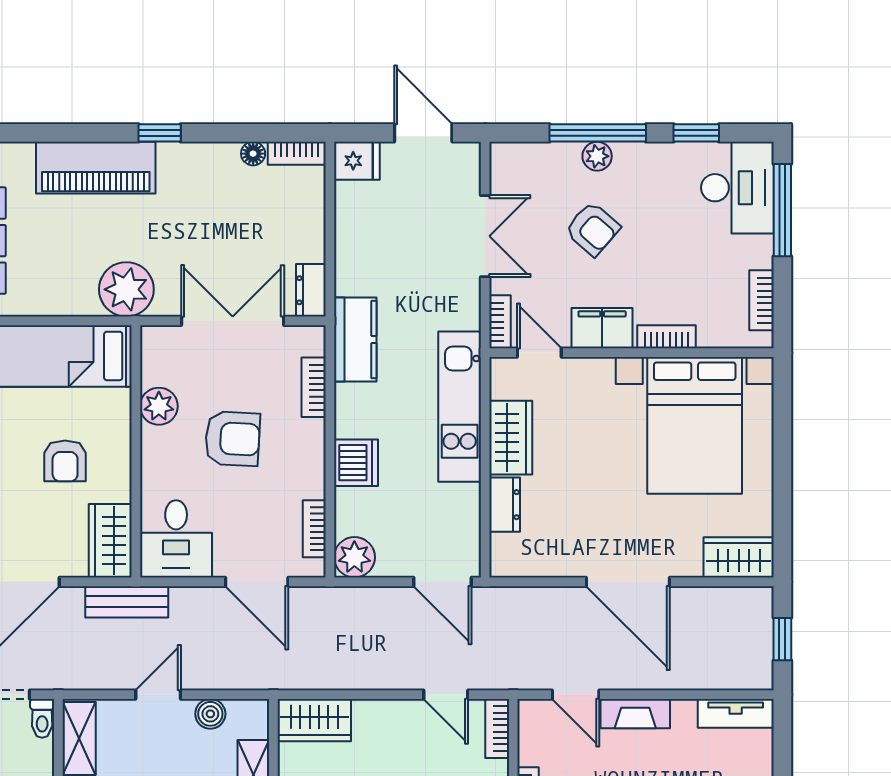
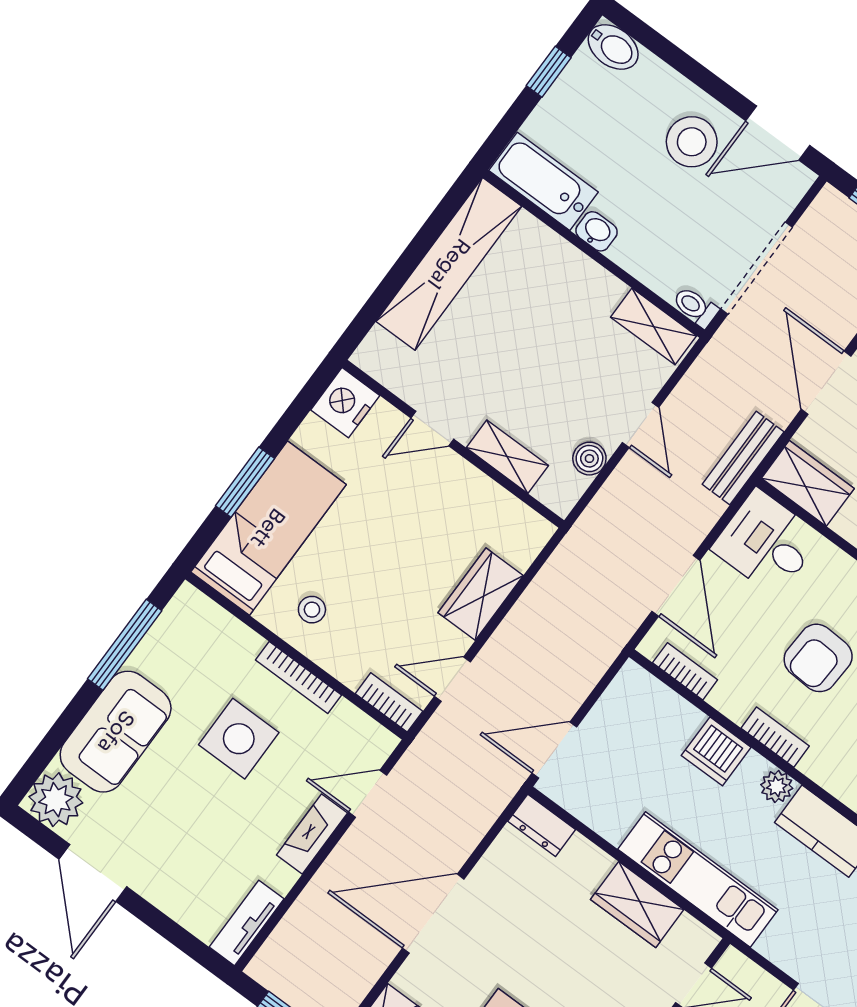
bookcase: (500, 322) -> (747, 971), removed
bookcase: (314, 387) -> (775, 737), moved
dresser: (505, 505) -> (542, 825), moved
plant: (354, 557) -> (777, 787), moved, width x0.73, depth x0.73
door: (257, 582) -> (676, 586), swing flipped
wardrobe: (314, 720) -> (481, 594), moved

